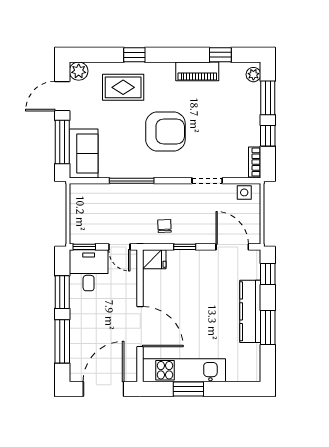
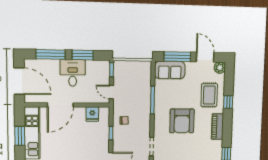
piano: (197, 71) -> (217, 127), moved
door: (119, 247) -> (111, 92), hinge flipped
fridge: (154, 259) -> (92, 114), moved
desk: (89, 270) -> (73, 73), moved, turned -90

